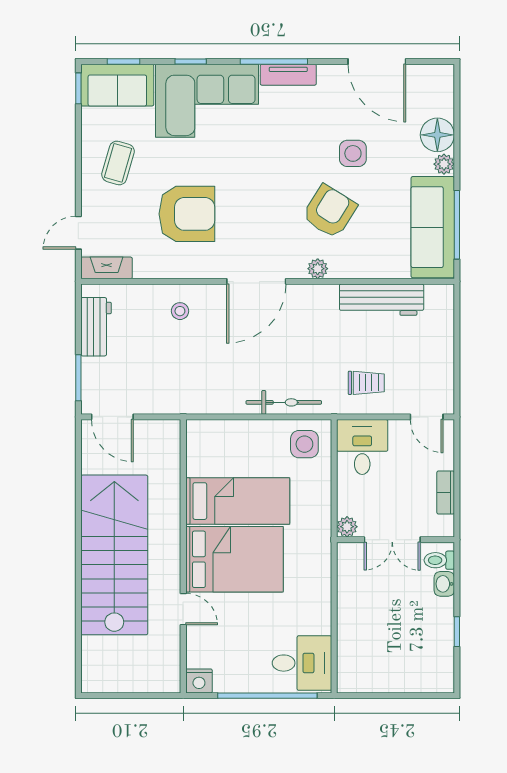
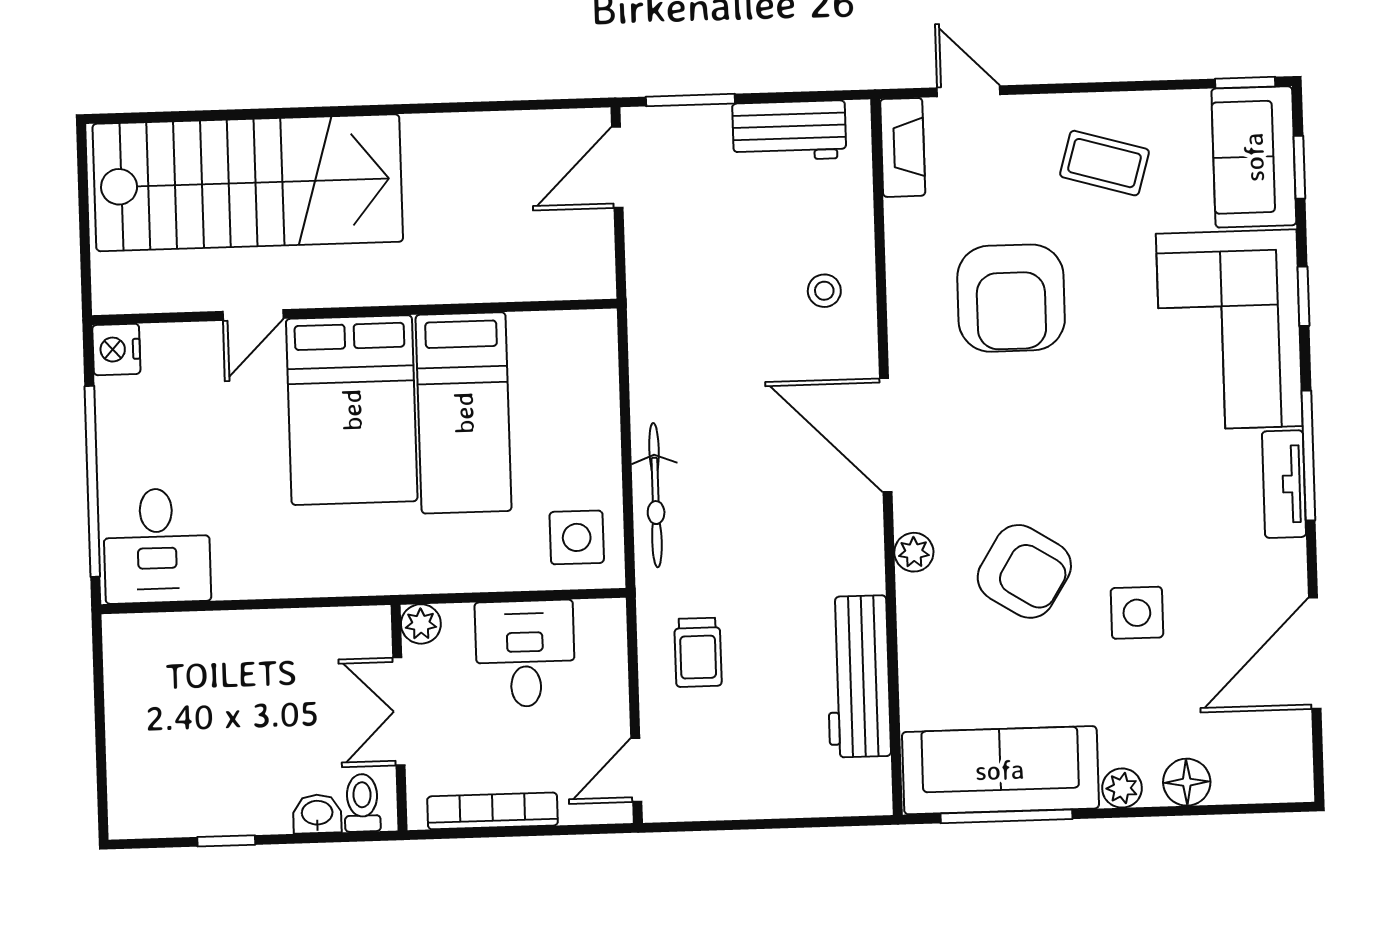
floor lamp: (437, 135) -> (1187, 782), width x0.73, depth x0.73
desk: (362, 447) -> (525, 654), moved, turned -90
bookcase: (446, 492) -> (493, 811), width x1.56
stairs: (114, 555) -> (248, 183), moved

